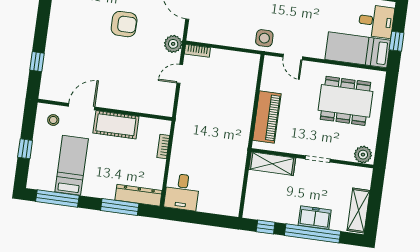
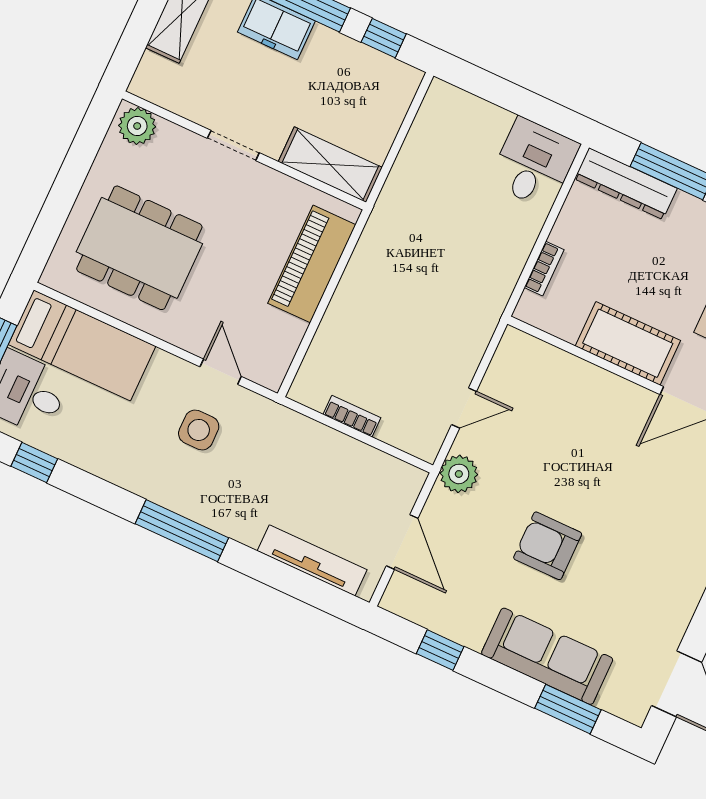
side table: (264, 38) -> (199, 430), moved
bookcase: (197, 51) -> (352, 416), moved

